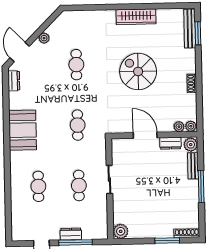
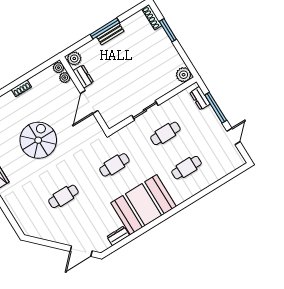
plant: (44, 38) -> (57, 237), removed
spiral stairs: (138, 71) -> (38, 140), turned 180
dresser: (14, 81) -> (118, 236), moved
booth: (23, 130) -> (144, 205), width x1.36, depth x1.42
bench: (193, 166) -> (110, 34), moved
dresser: (71, 234) -> (200, 98), moved

